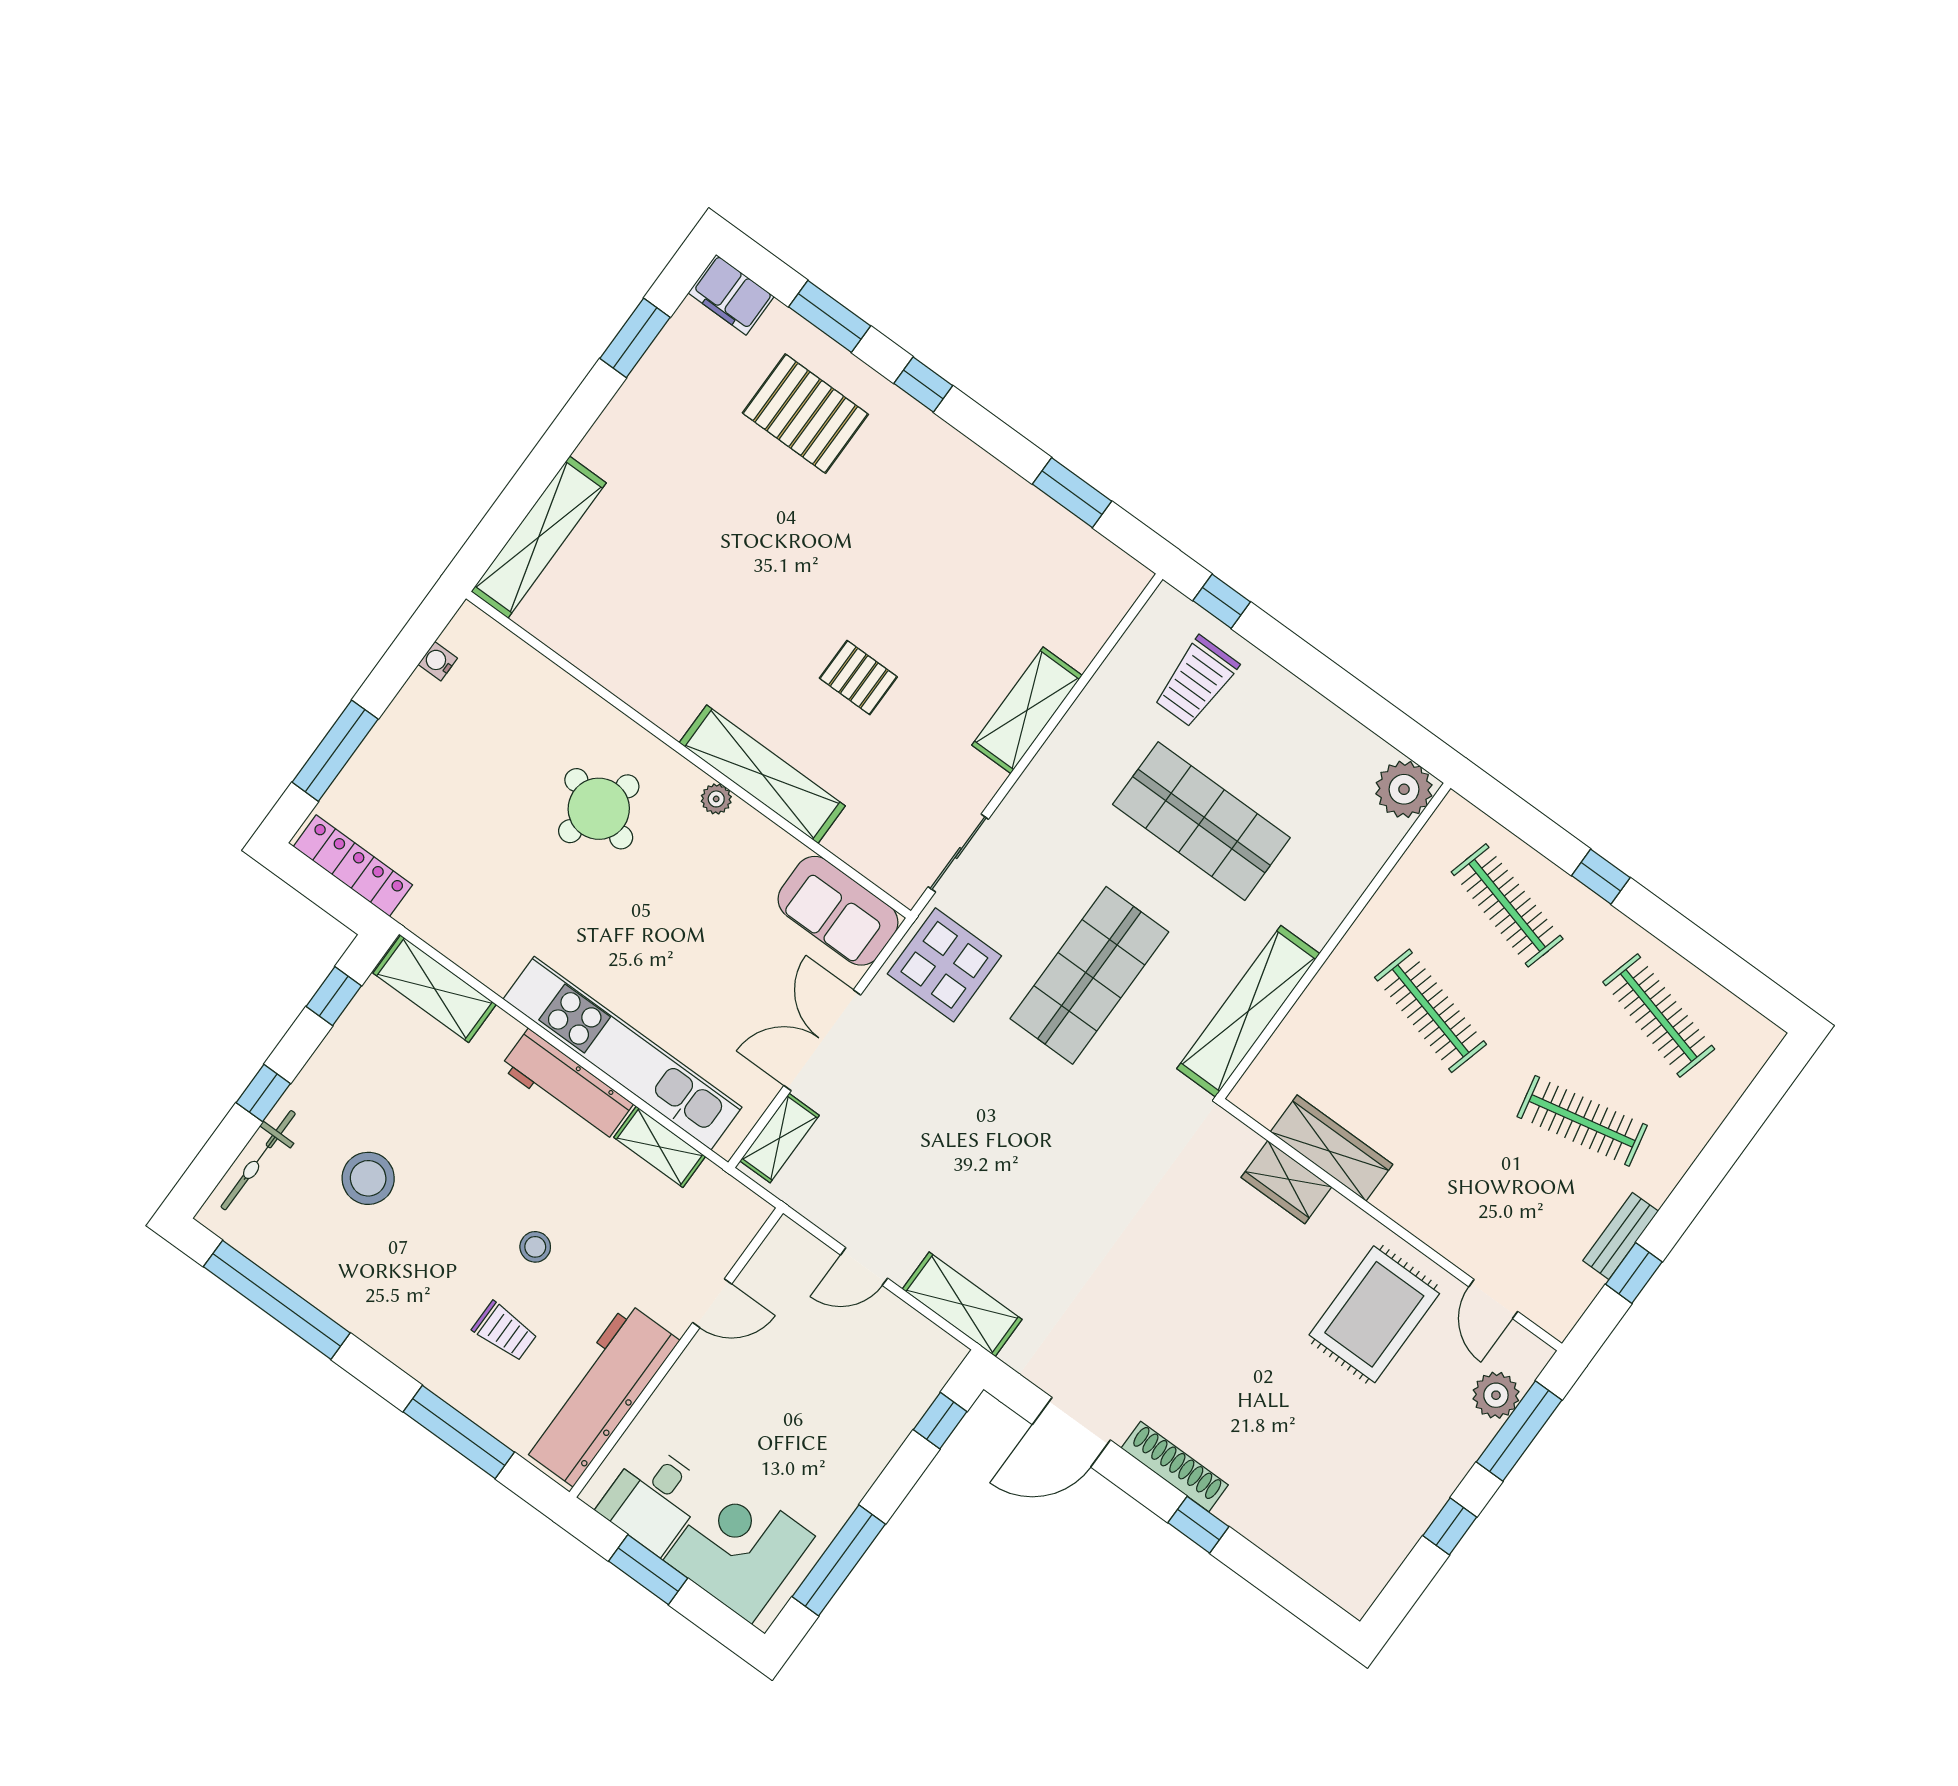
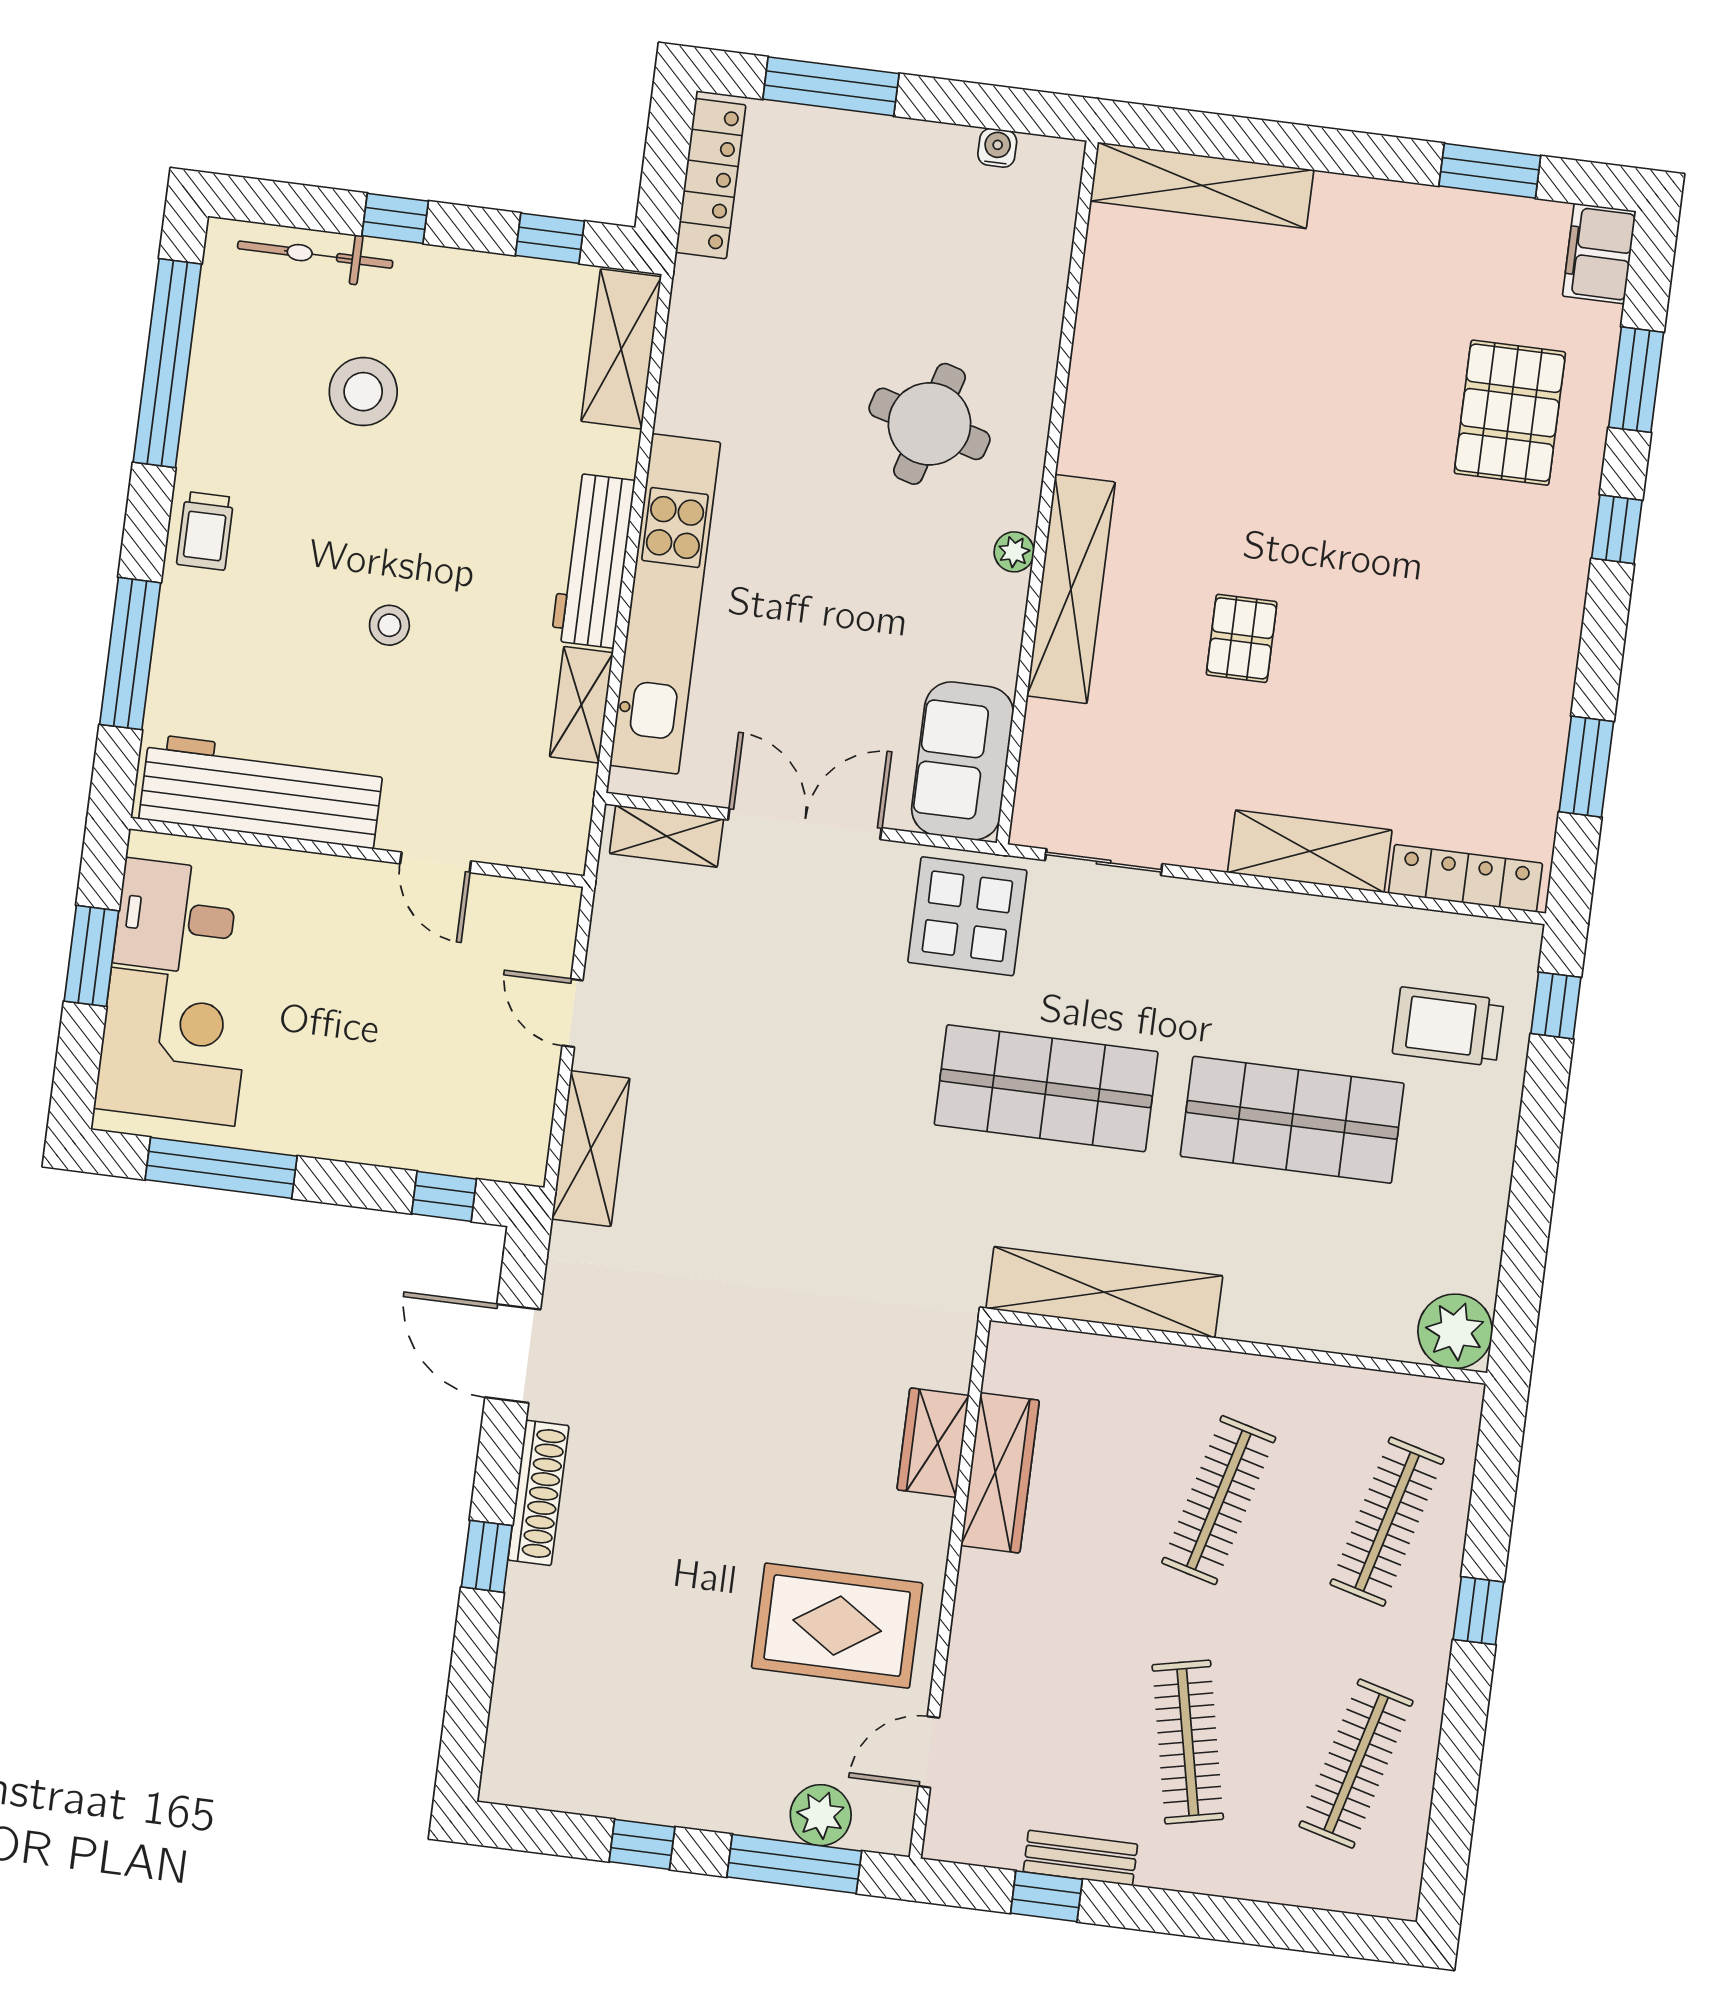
locker: (1103, 615) -> (1466, 878), added
shop shelf: (1201, 821) -> (1292, 1120), turned 90
trolley: (505, 1331) -> (205, 531), moved

